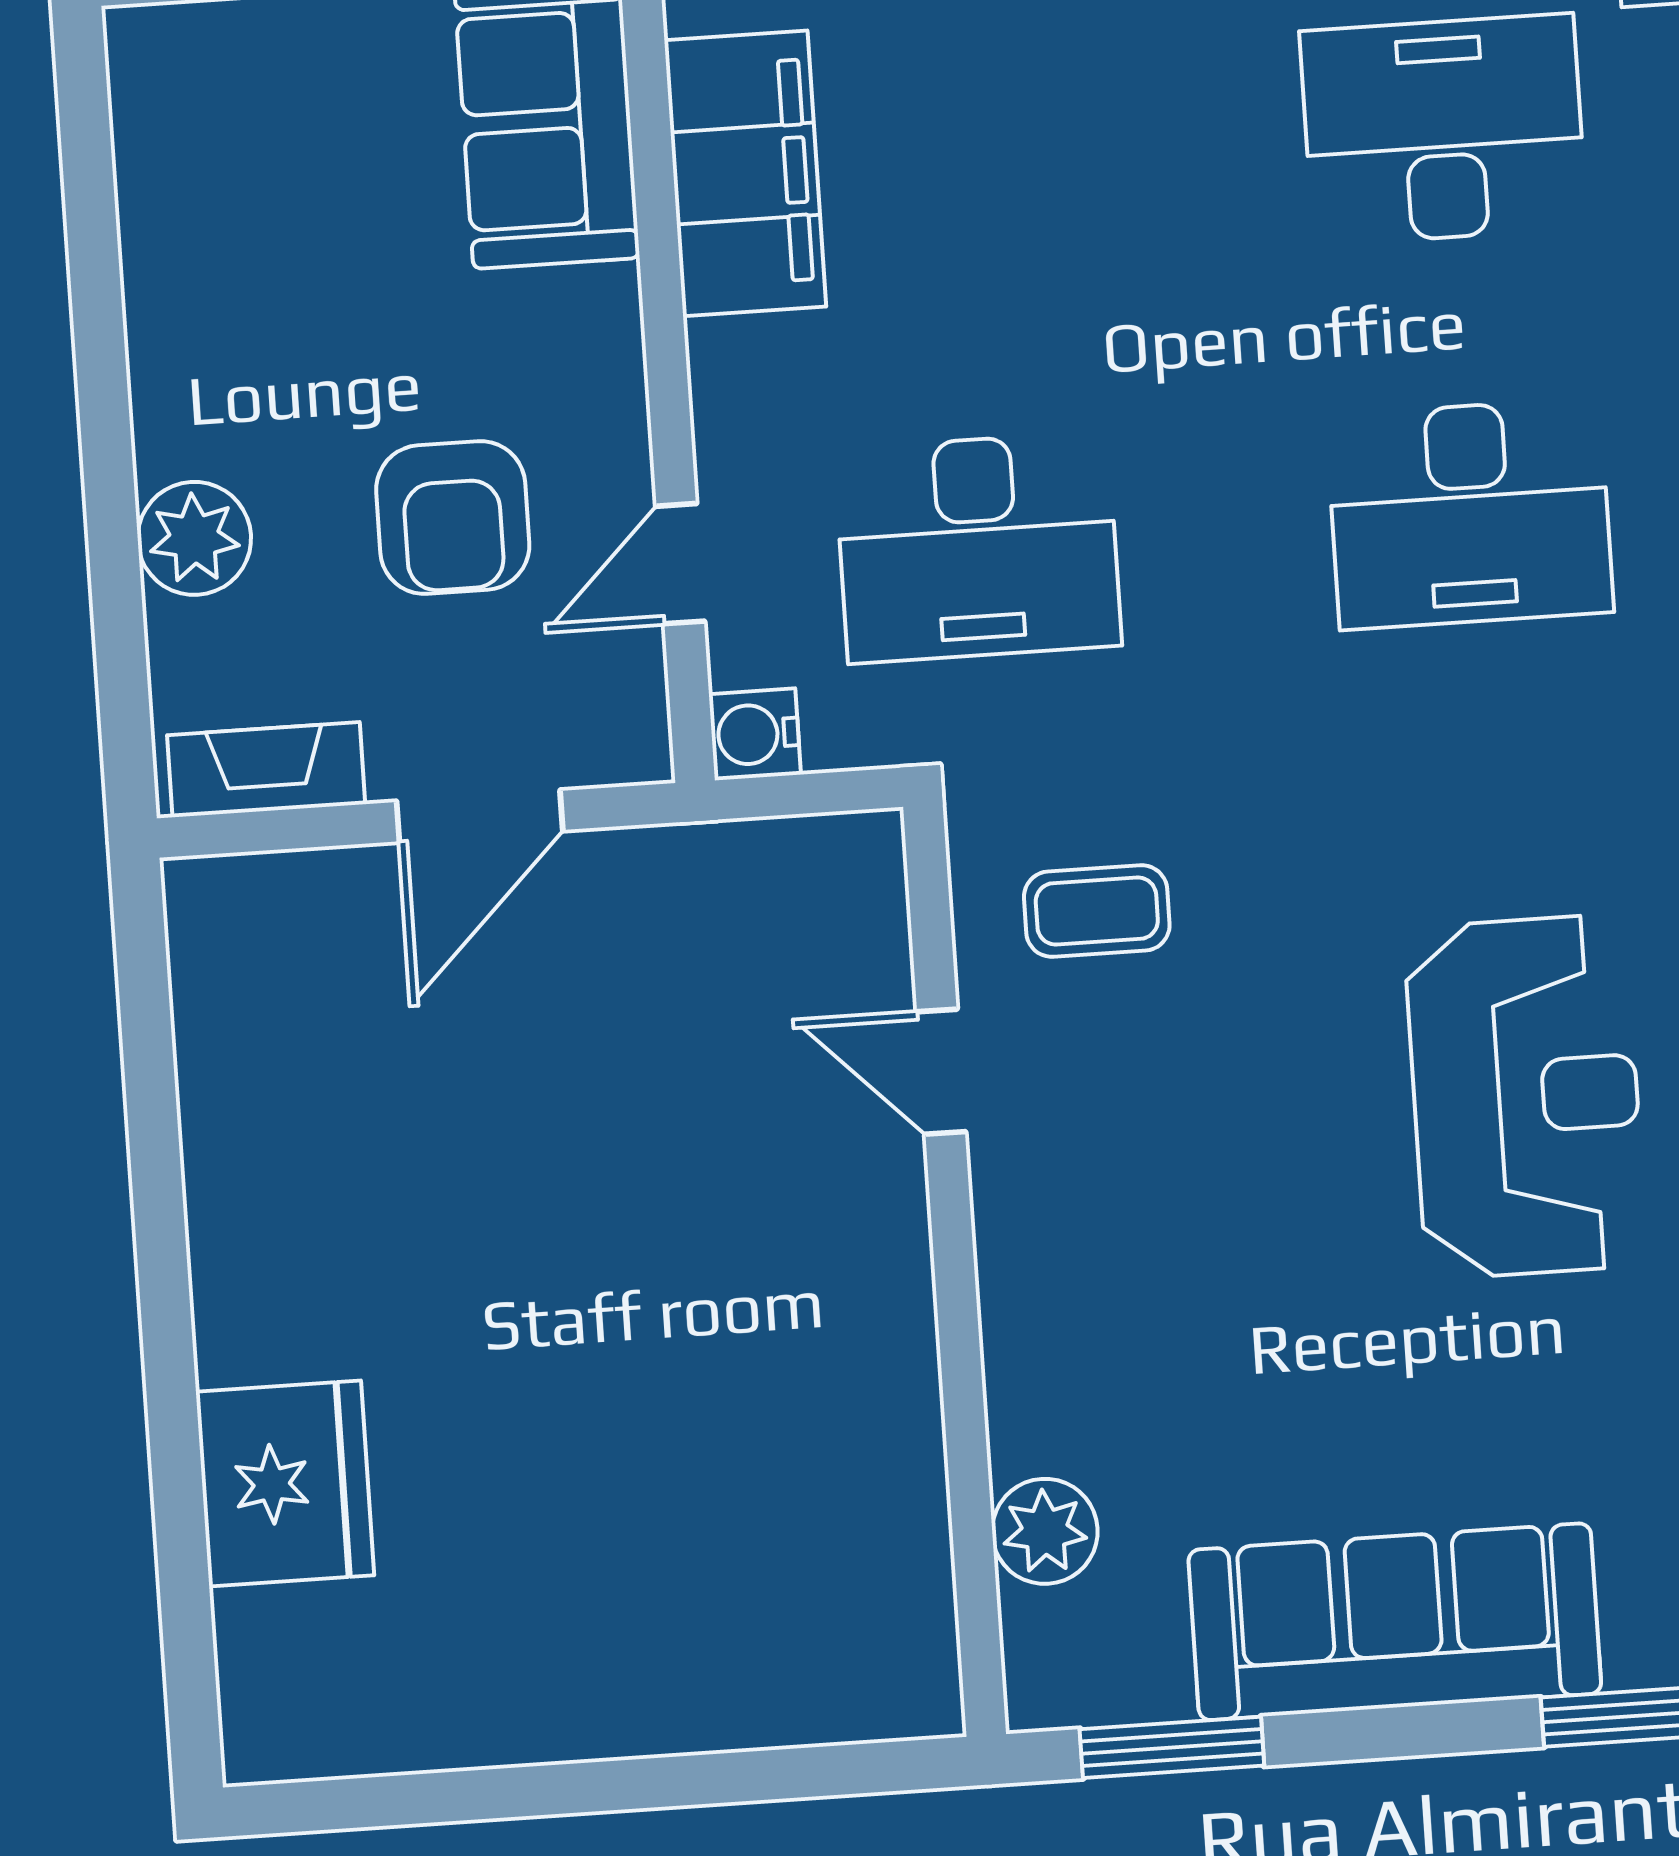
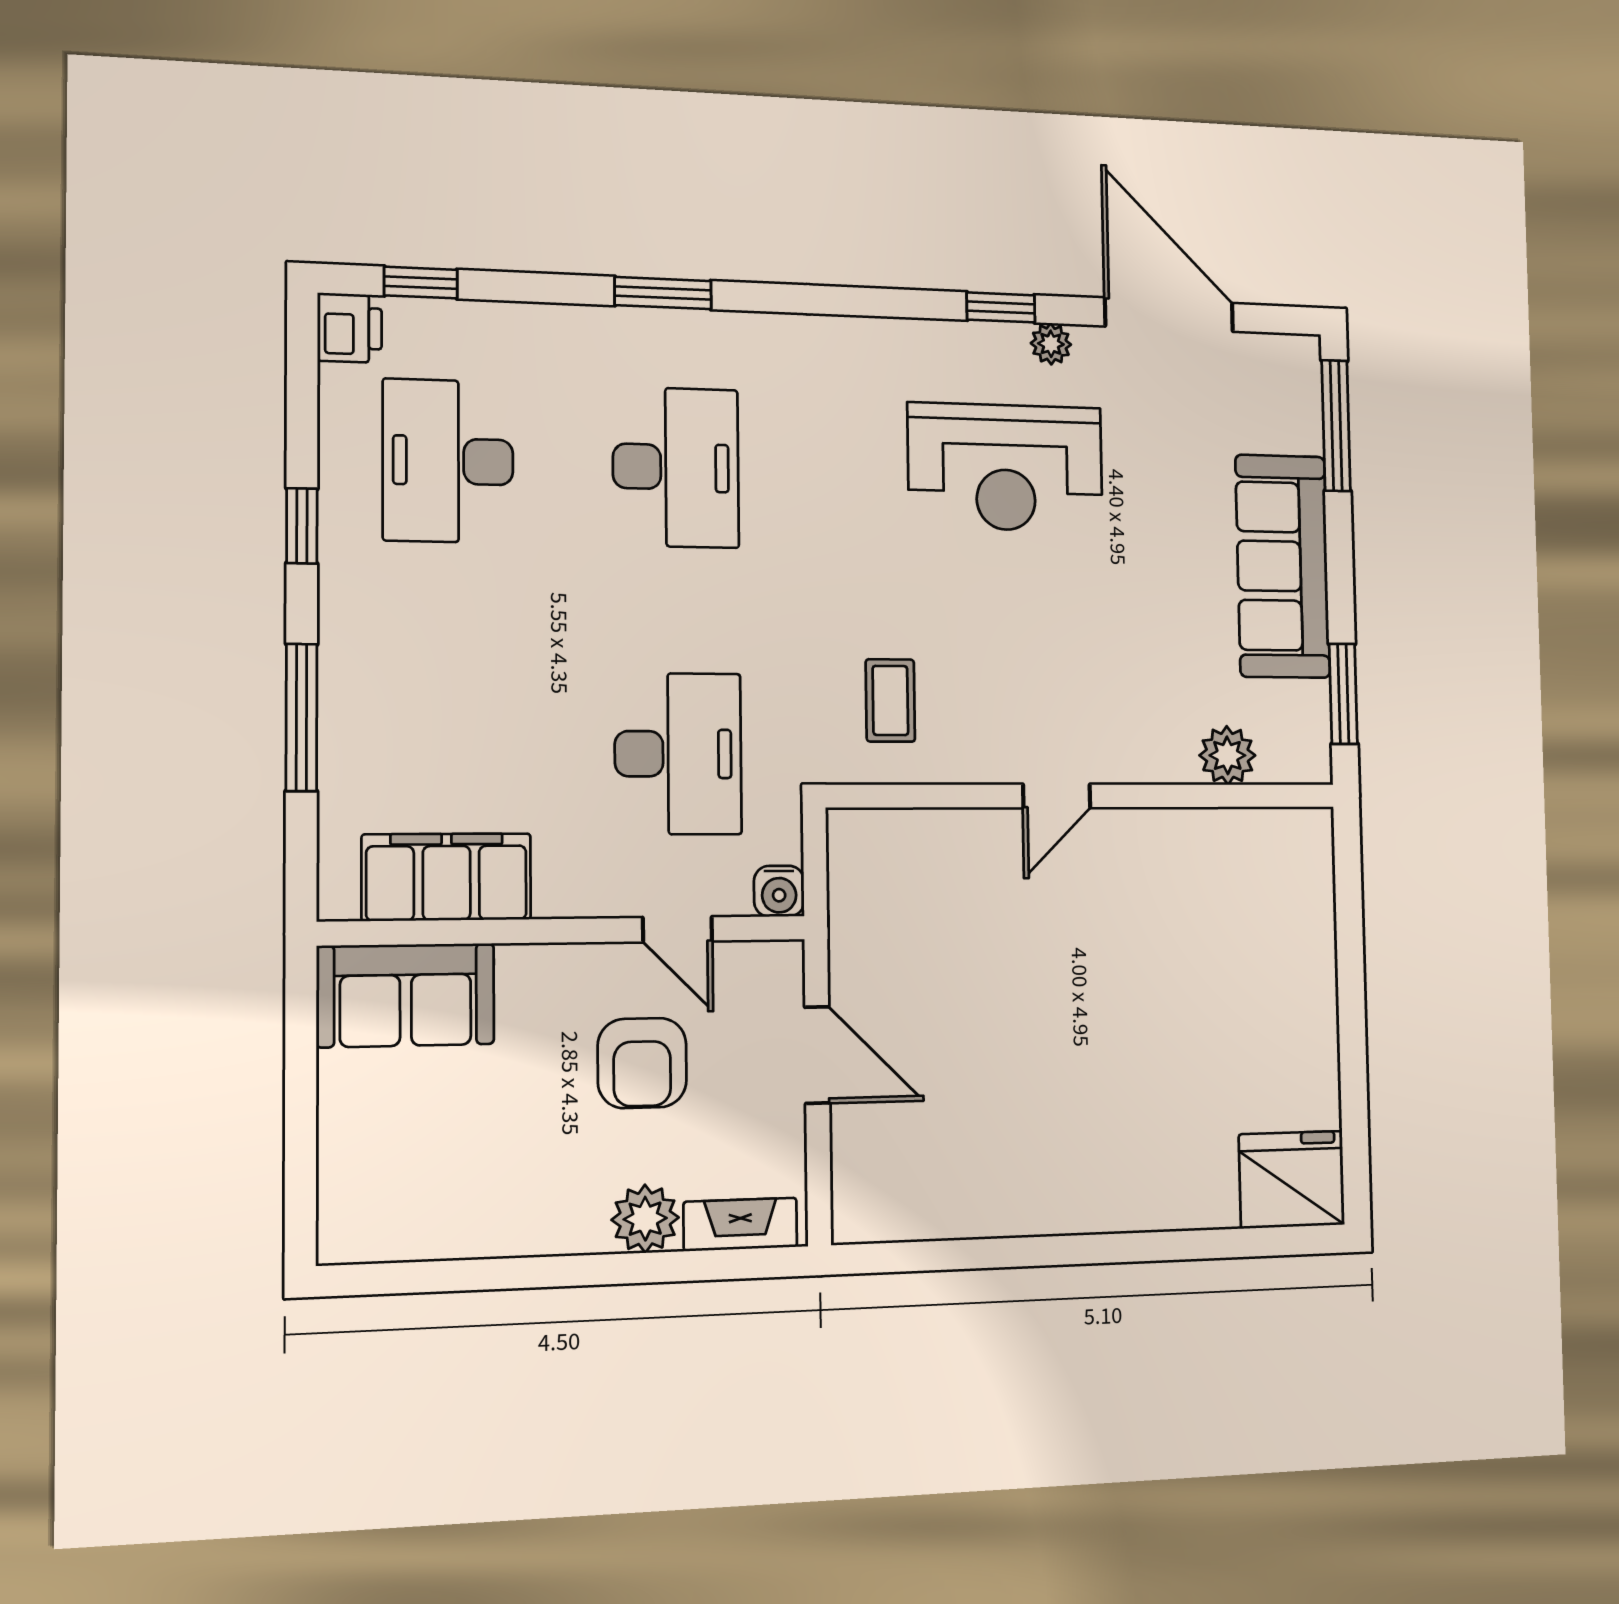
armchair: (453, 518) -> (642, 1063), turned 90
fireplace: (266, 770) -> (740, 1224), moved, turned 90
door: (941, 1072) -> (1057, 796), moved
reception desk: (1526, 1097) -> (1005, 467), turned 180
fridge: (285, 1483) -> (1292, 1180), moved

